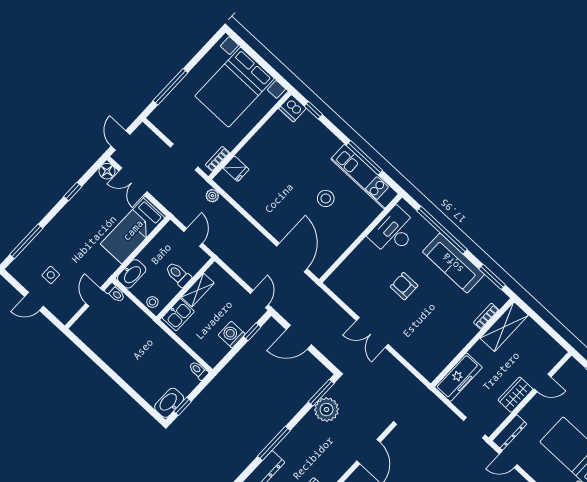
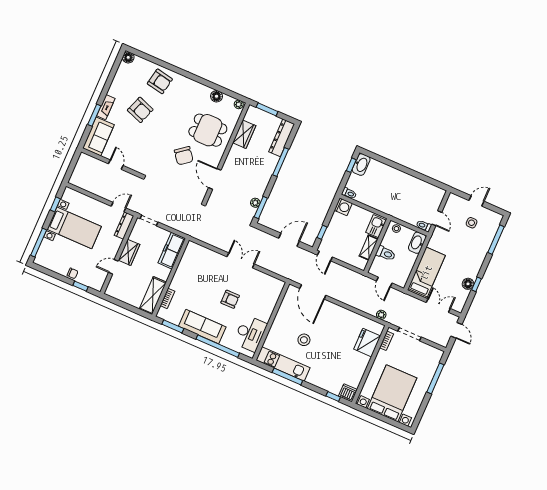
fridge: (236, 169) -> (367, 343), width x1.88, depth x1.34
floor lamp: (107, 171) -> (468, 284), moved
washing machine: (232, 335) -> (343, 207), moved
plant: (327, 410) -> (255, 203), width x0.53, depth x0.53

